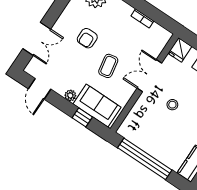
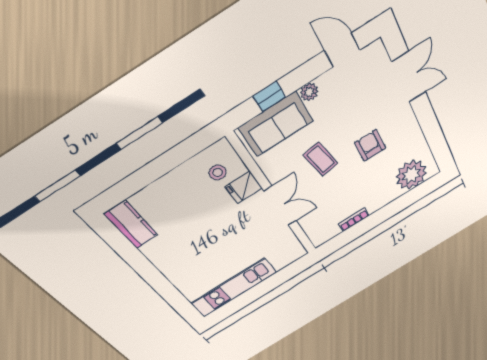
double door: (37, 39) -> (409, 77), swing flipped
fridge: (180, 50) -> (244, 187), moved, turned -90
stool: (172, 105) -> (218, 172), moved
window: (145, 159) -> (166, 163), removed

